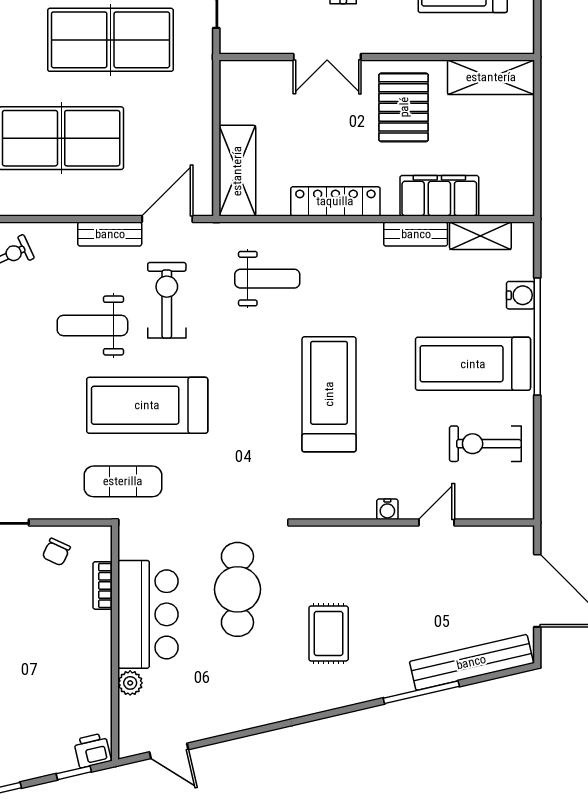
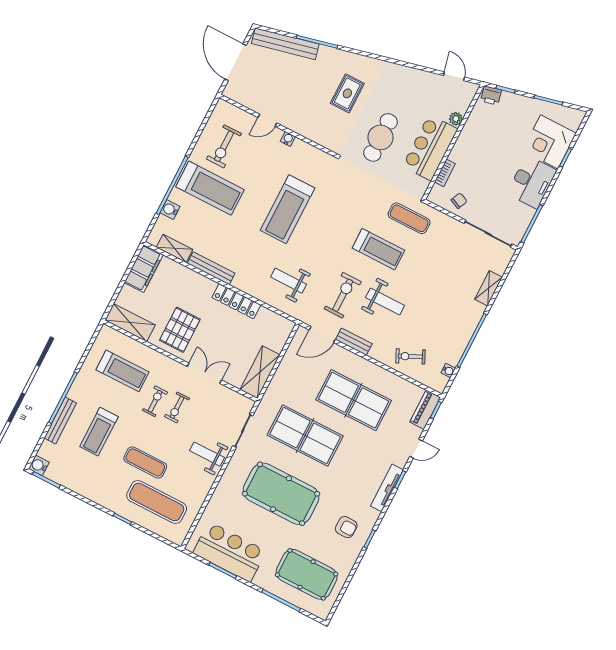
shelving: (237, 171) -> (260, 372), moved
filing cabinet: (439, 196) -> (144, 269), moved, turned -90
bench: (416, 234) -> (211, 268), width x1.36
exercise bike: (167, 300) -> (343, 295), turned 180
treadmill: (147, 405) -> (378, 249), width x0.73, depth x0.73
exercise bike: (485, 444) -> (224, 146), turned 90

